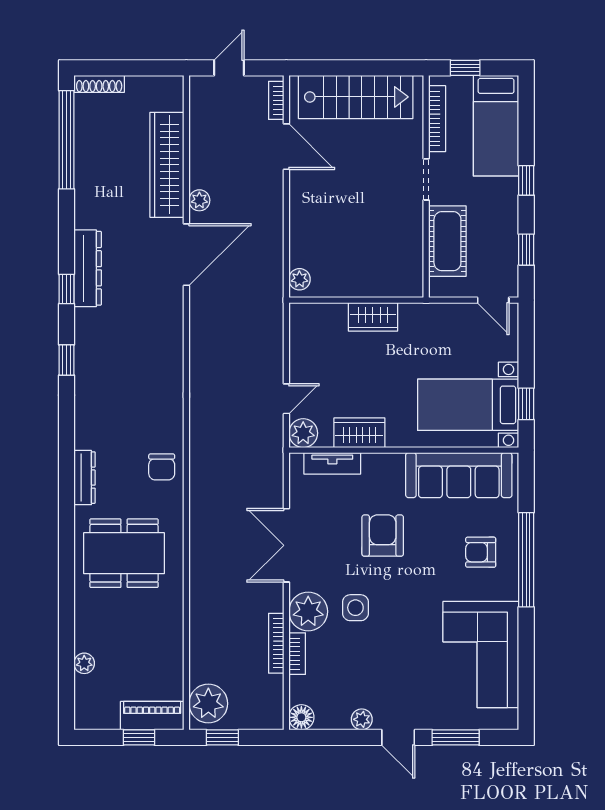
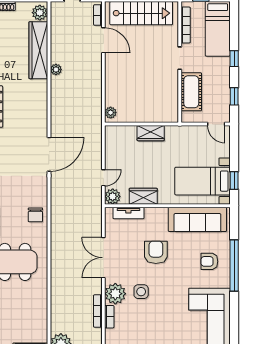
plant: (170, 96) -> (40, 13), added
door: (186, 255) -> (49, 154), moved

